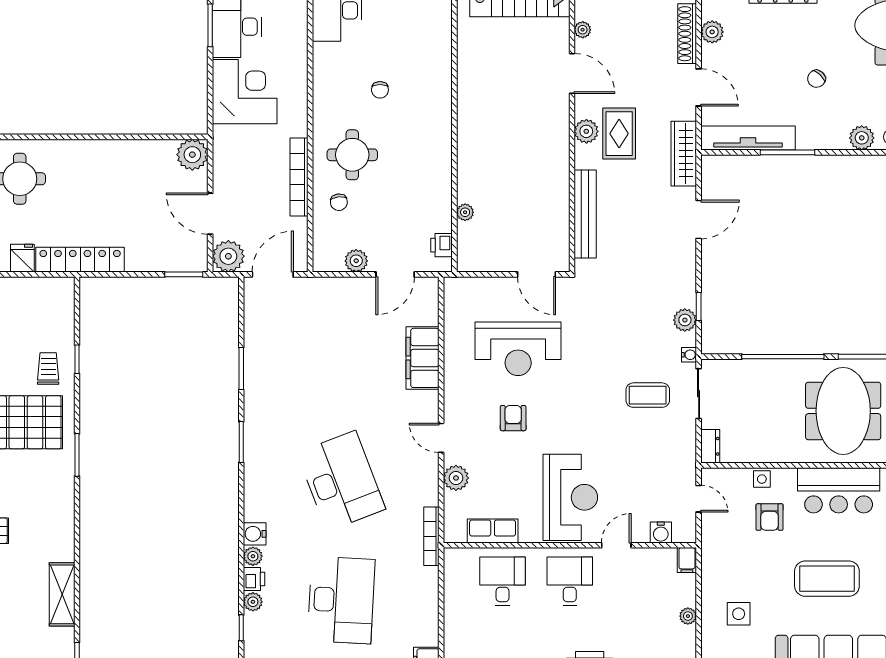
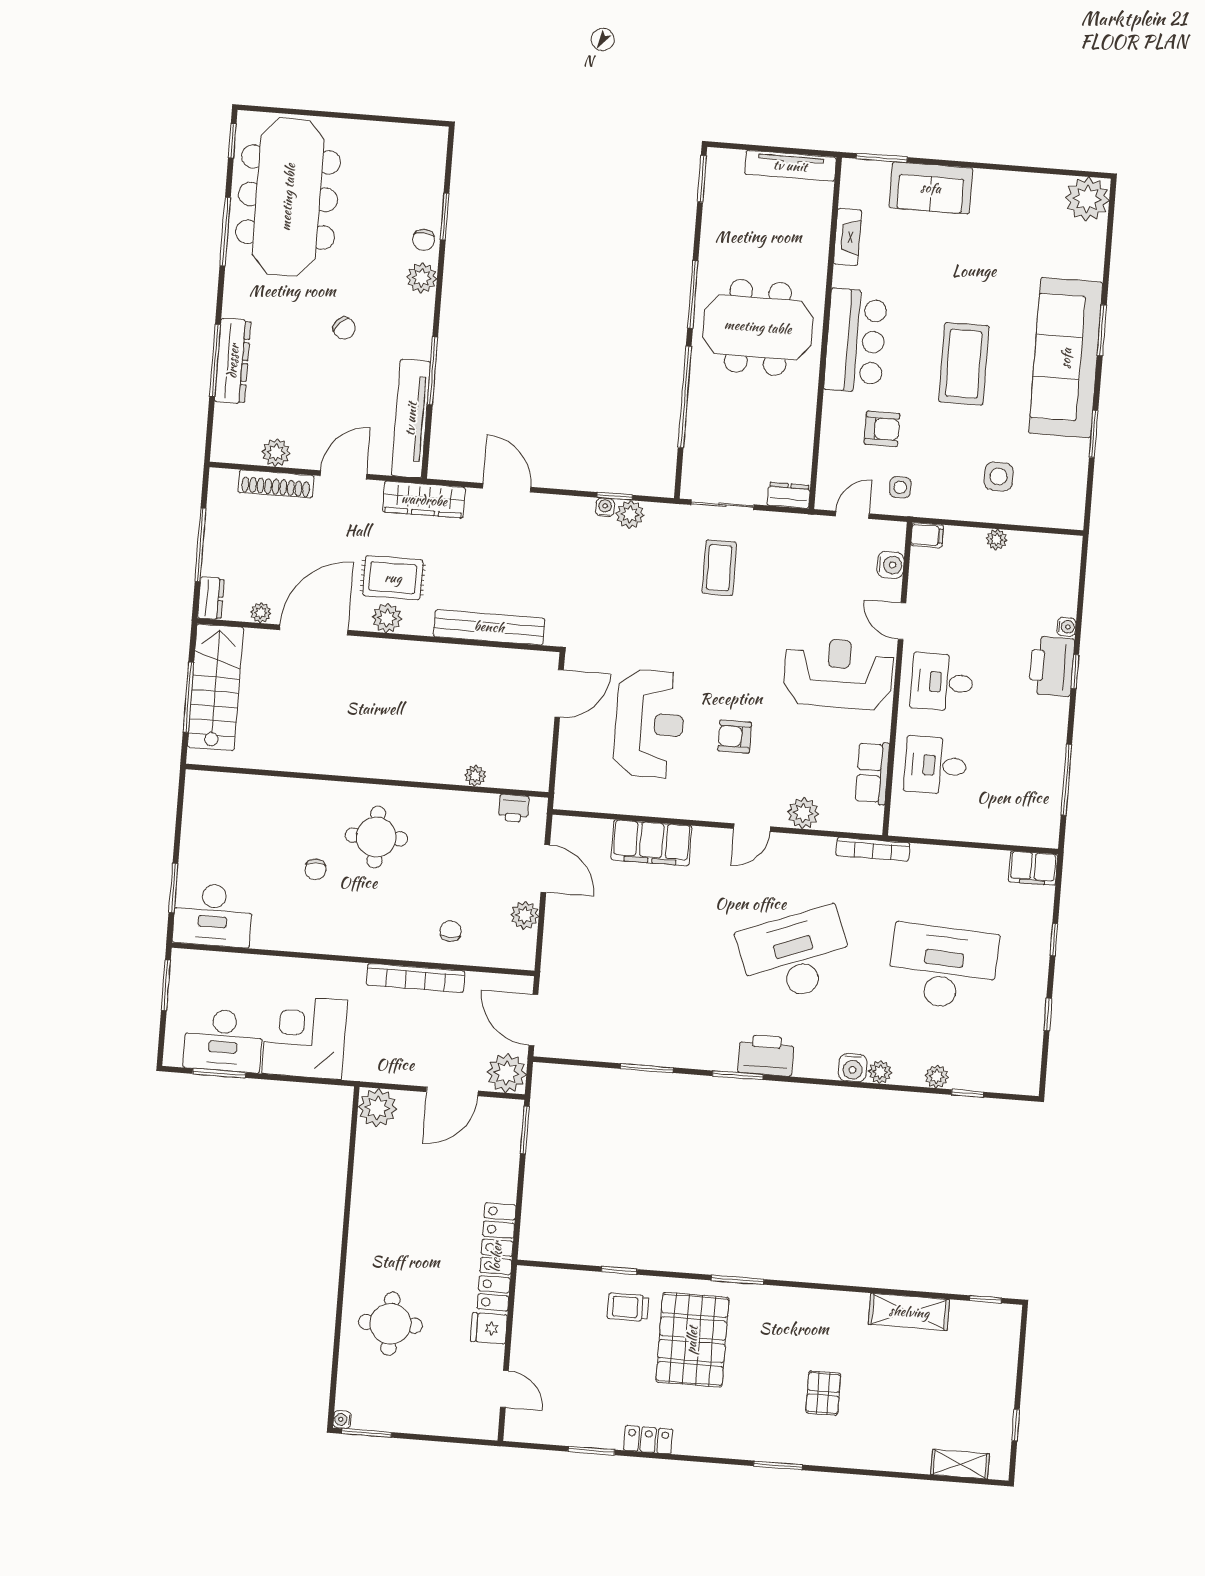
door: (572, 73) -> (314, 630), width x1.36
chair: (380, 90) -> (315, 869), turned 90
round table: (352, 155) -> (376, 837), moved
chair: (339, 202) -> (451, 931), turned -84
water cooler: (689, 355) -> (605, 507), moved
side table: (762, 479) -> (900, 487), moved
printer: (254, 579) -> (766, 1055), moved, width x1.87, depth x1.48

